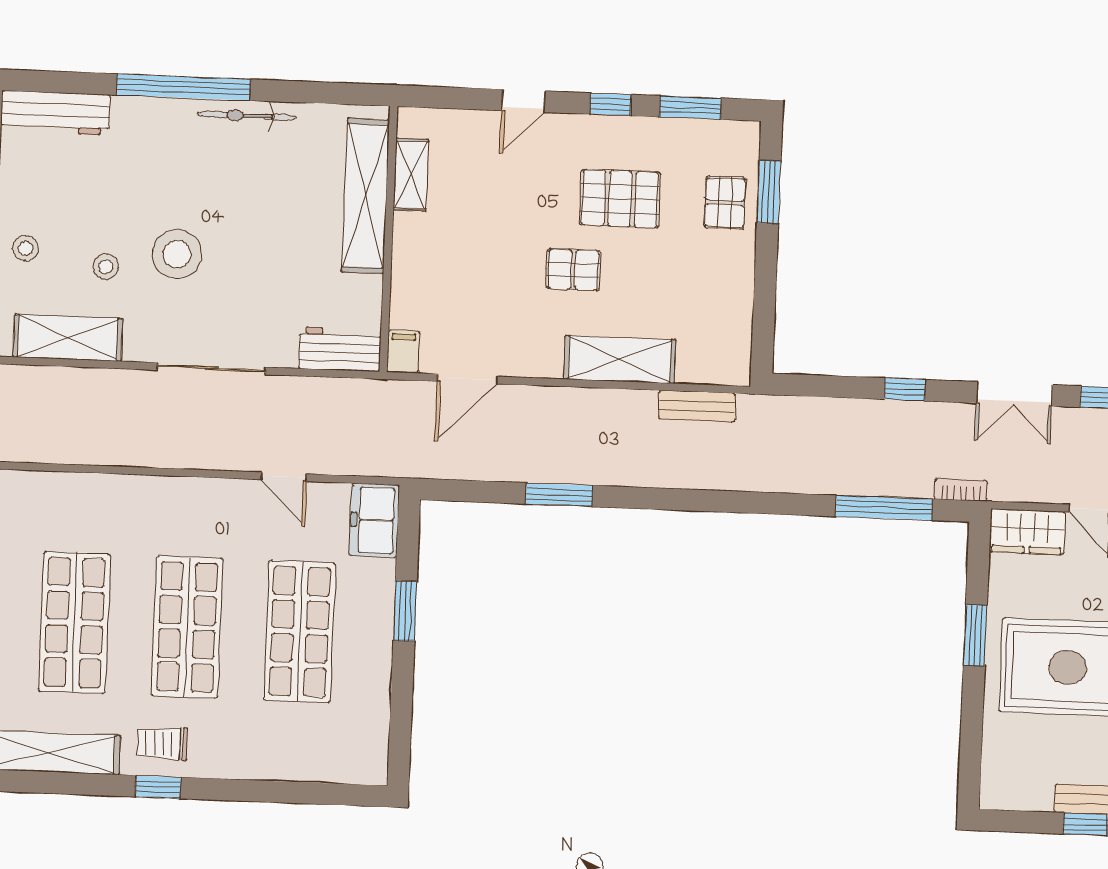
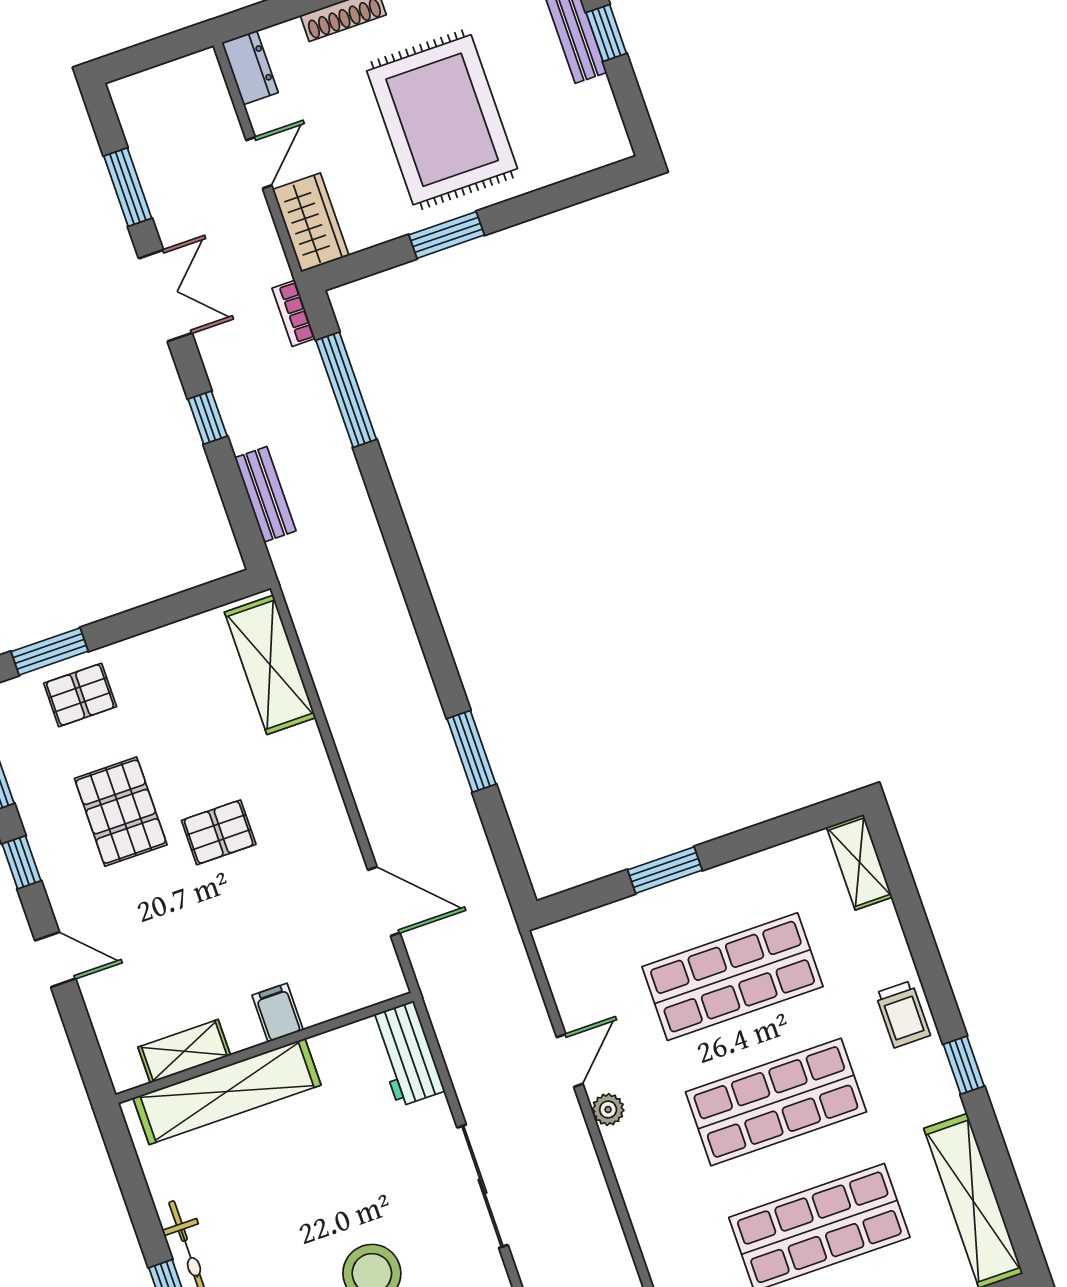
pallet: (573, 270) -> (219, 832), turned 90
filing cabinet: (403, 352) -> (278, 1013), moved, turned 90
shelving: (620, 359) -> (270, 665), moved
bench: (697, 406) -> (265, 494), moved
plant: (233, 492) -> (608, 1109), added
freezer: (374, 520) -> (579, 943), removed
trolley: (162, 743) -> (903, 1014), moved
shelving: (351, 767) -> (860, 862), added

